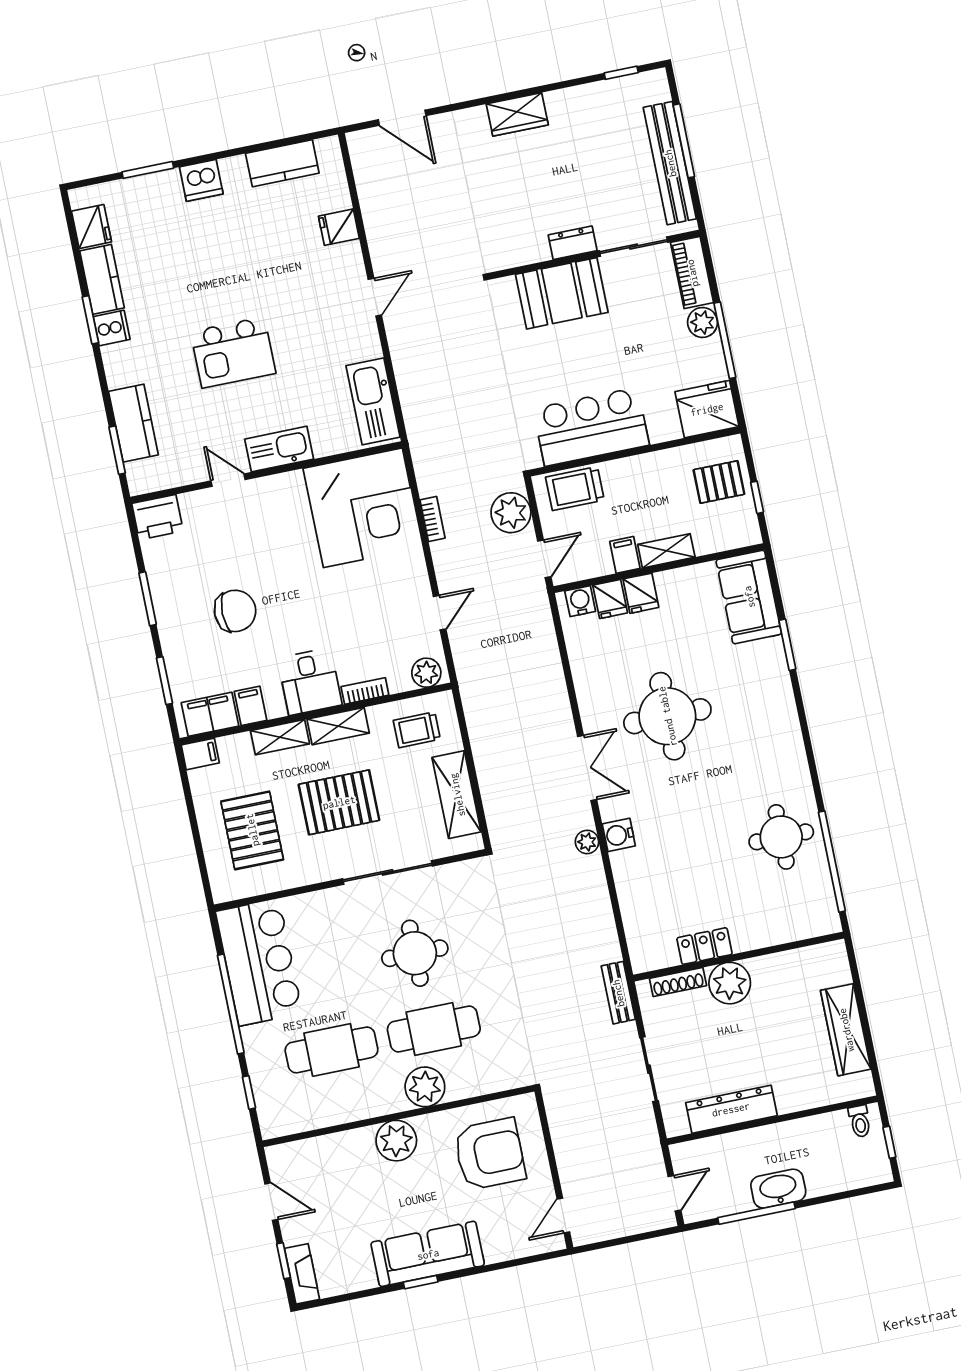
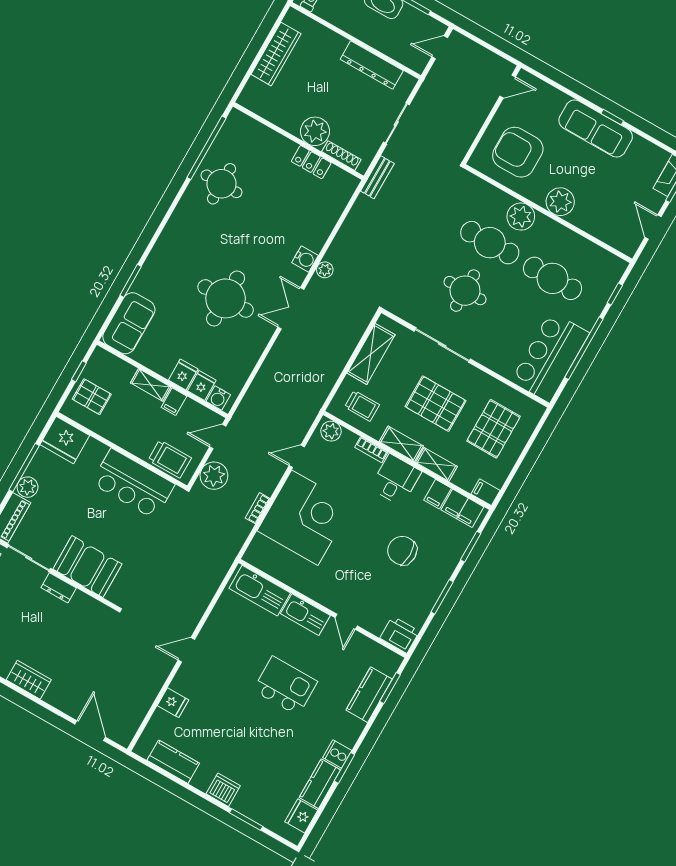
kitchen sink: (373, 401) -> (260, 591), moved, turned 90
corner desk: (363, 508) -> (305, 518), moved, turned 90

